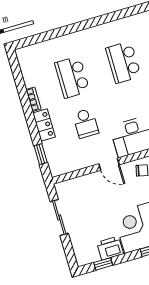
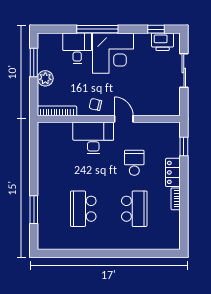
school desk: (123, 62) -> (83, 209), turned 180
sliding door: (59, 218) -> (184, 71), moved
printer: (110, 248) -> (163, 42), moved

